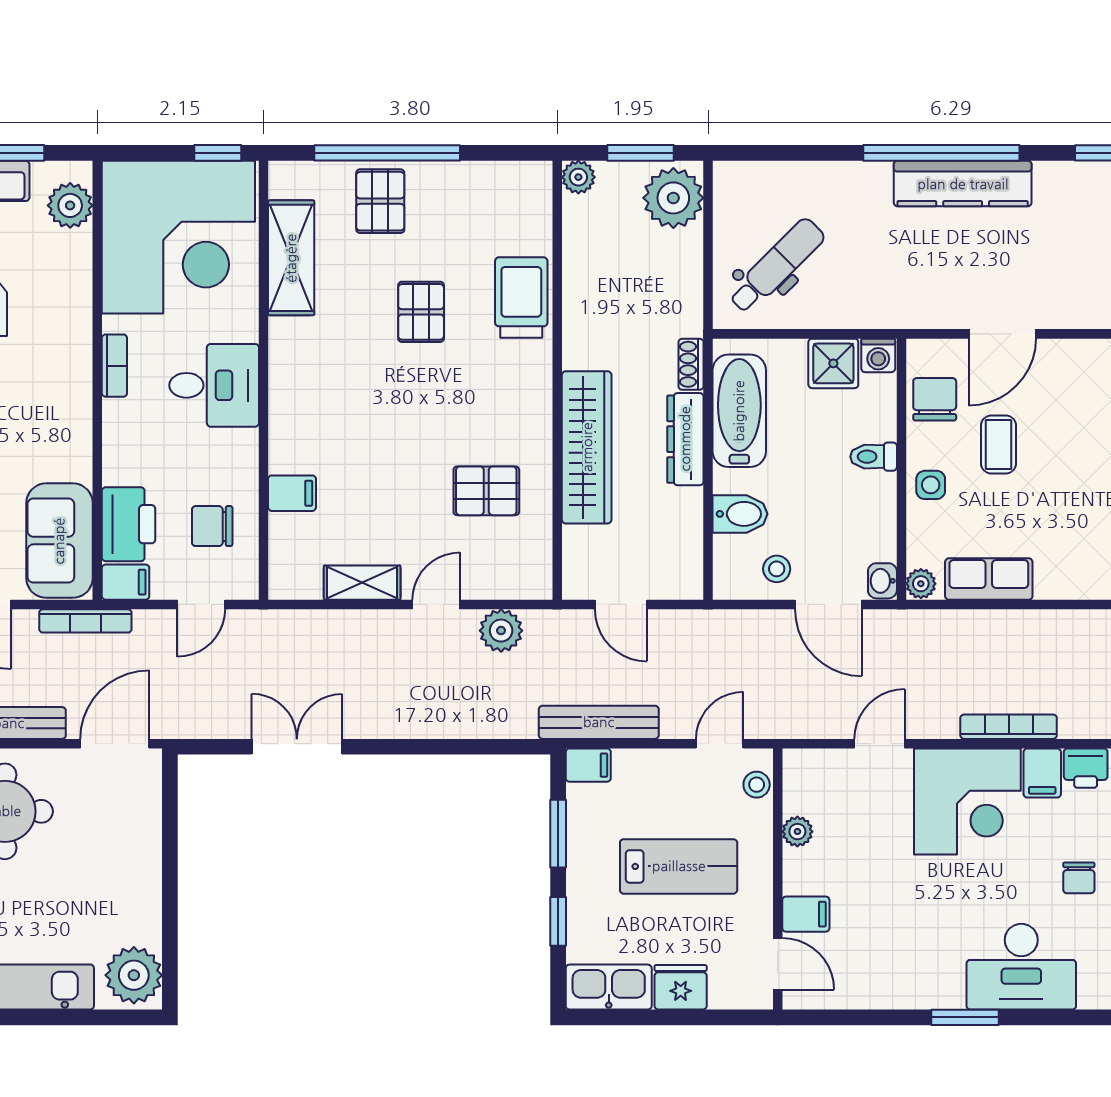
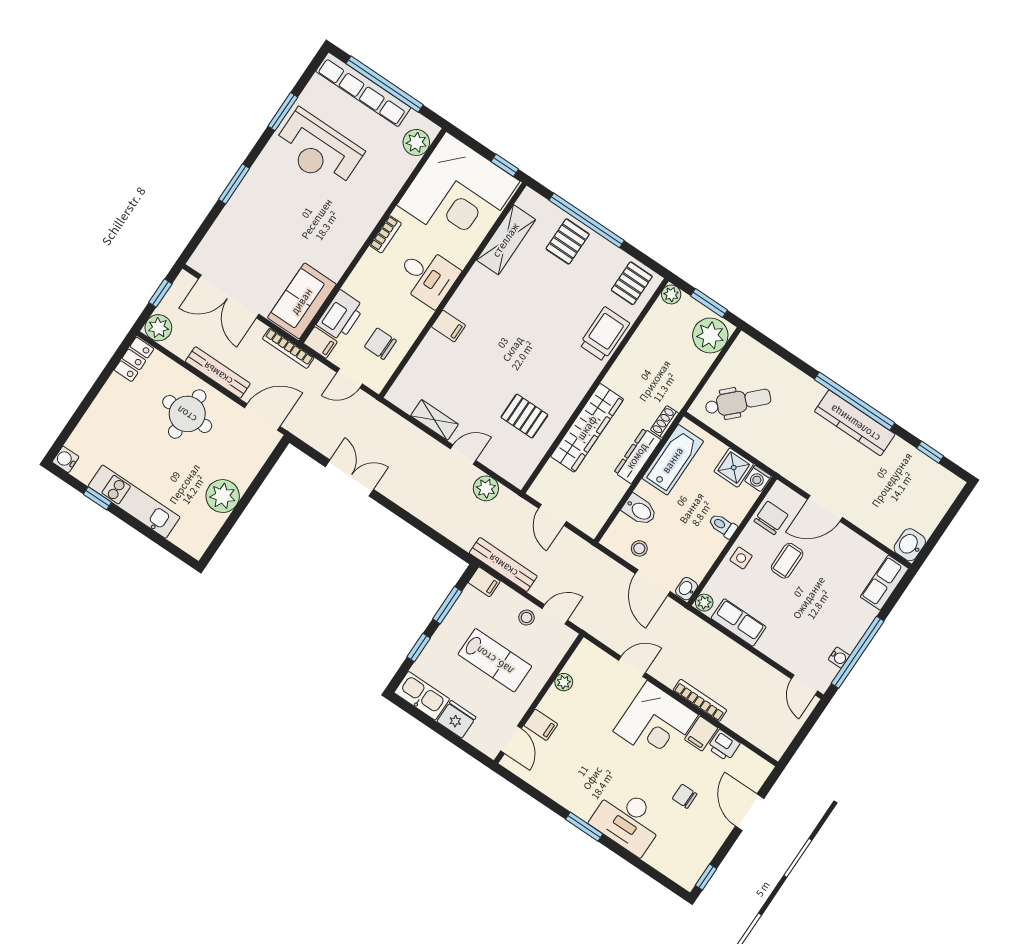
pallet: (421, 312) -> (632, 283), moved
filing cabinet: (292, 493) -> (448, 326), moved
stool: (757, 785) -> (526, 618), moved
chair: (1079, 878) -> (685, 796), turned 90
plant: (134, 975) -> (223, 496), moved

